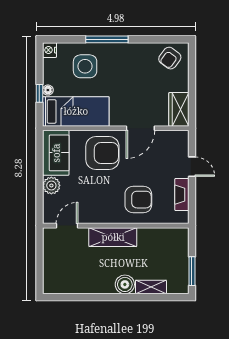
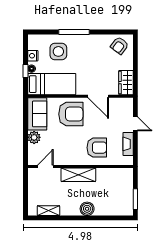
nightstand: (50, 50) -> (33, 56), moved
door: (140, 128) -> (98, 96), hinge flipped
shelving: (151, 287) -> (48, 211), moved

